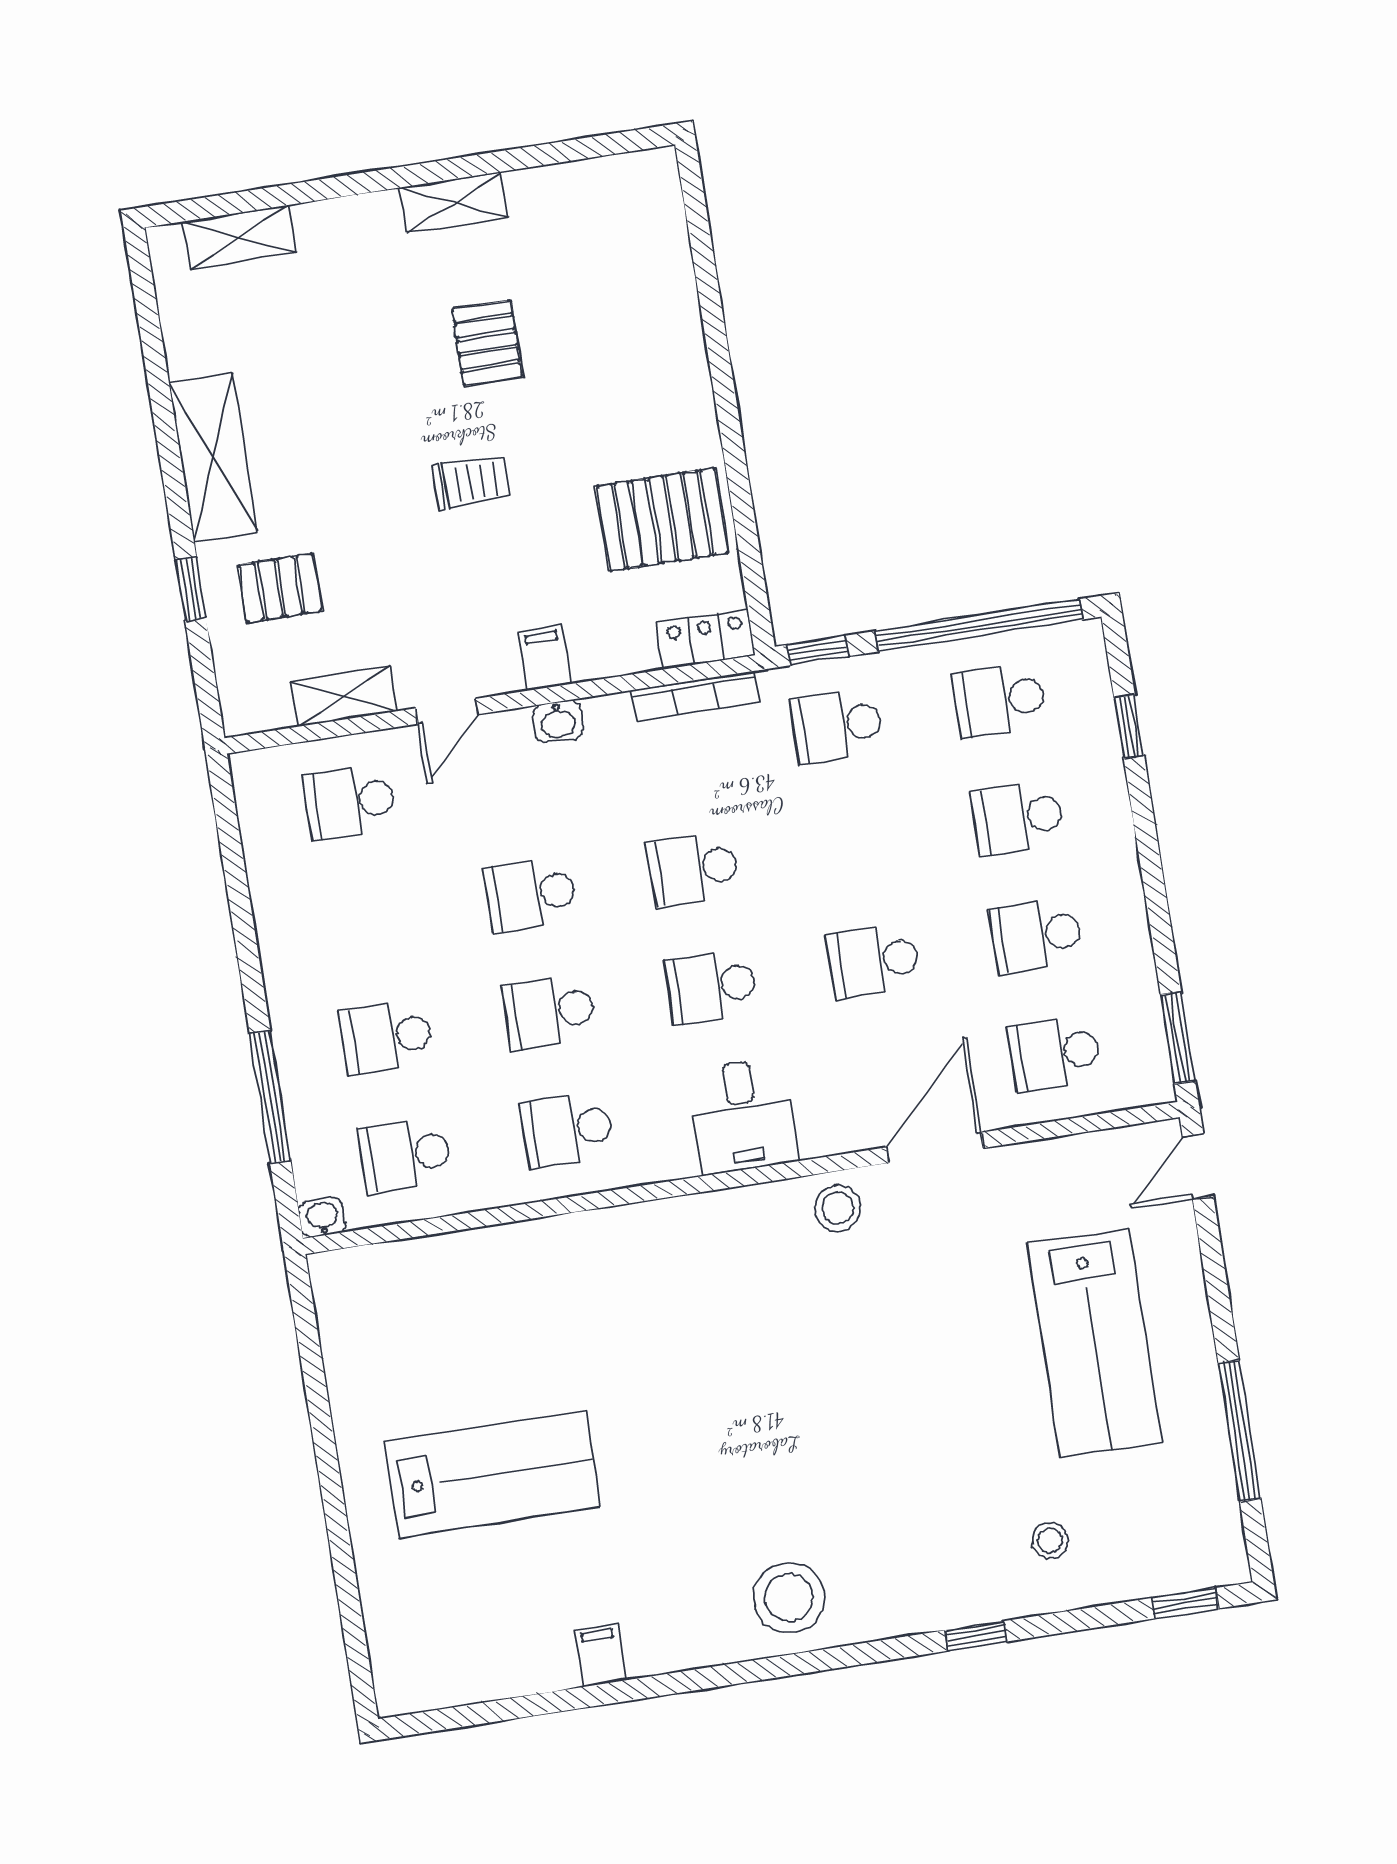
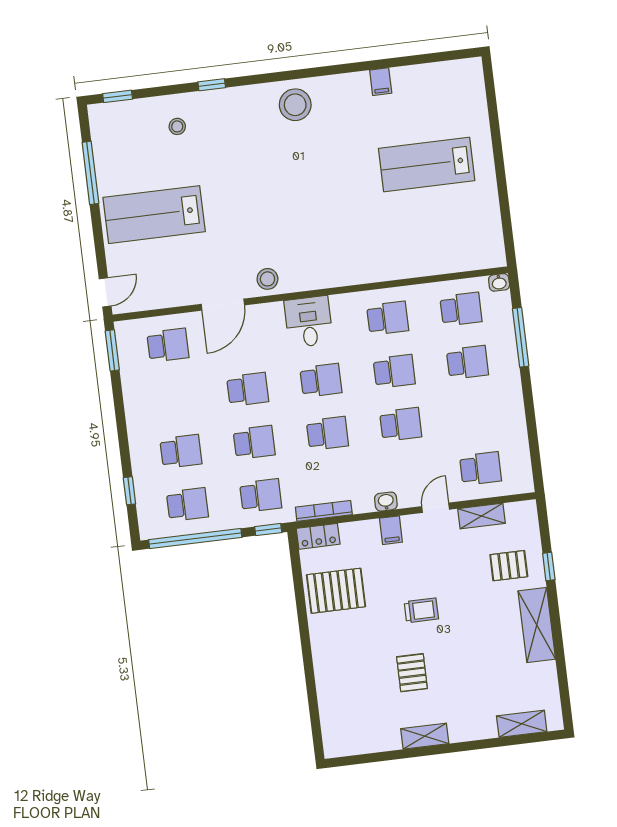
trolley: (471, 482) -> (421, 610), turned 180
school desk: (1036, 936) -> (254, 442), moved
lab bench: (1095, 1343) -> (154, 215), turned -90

